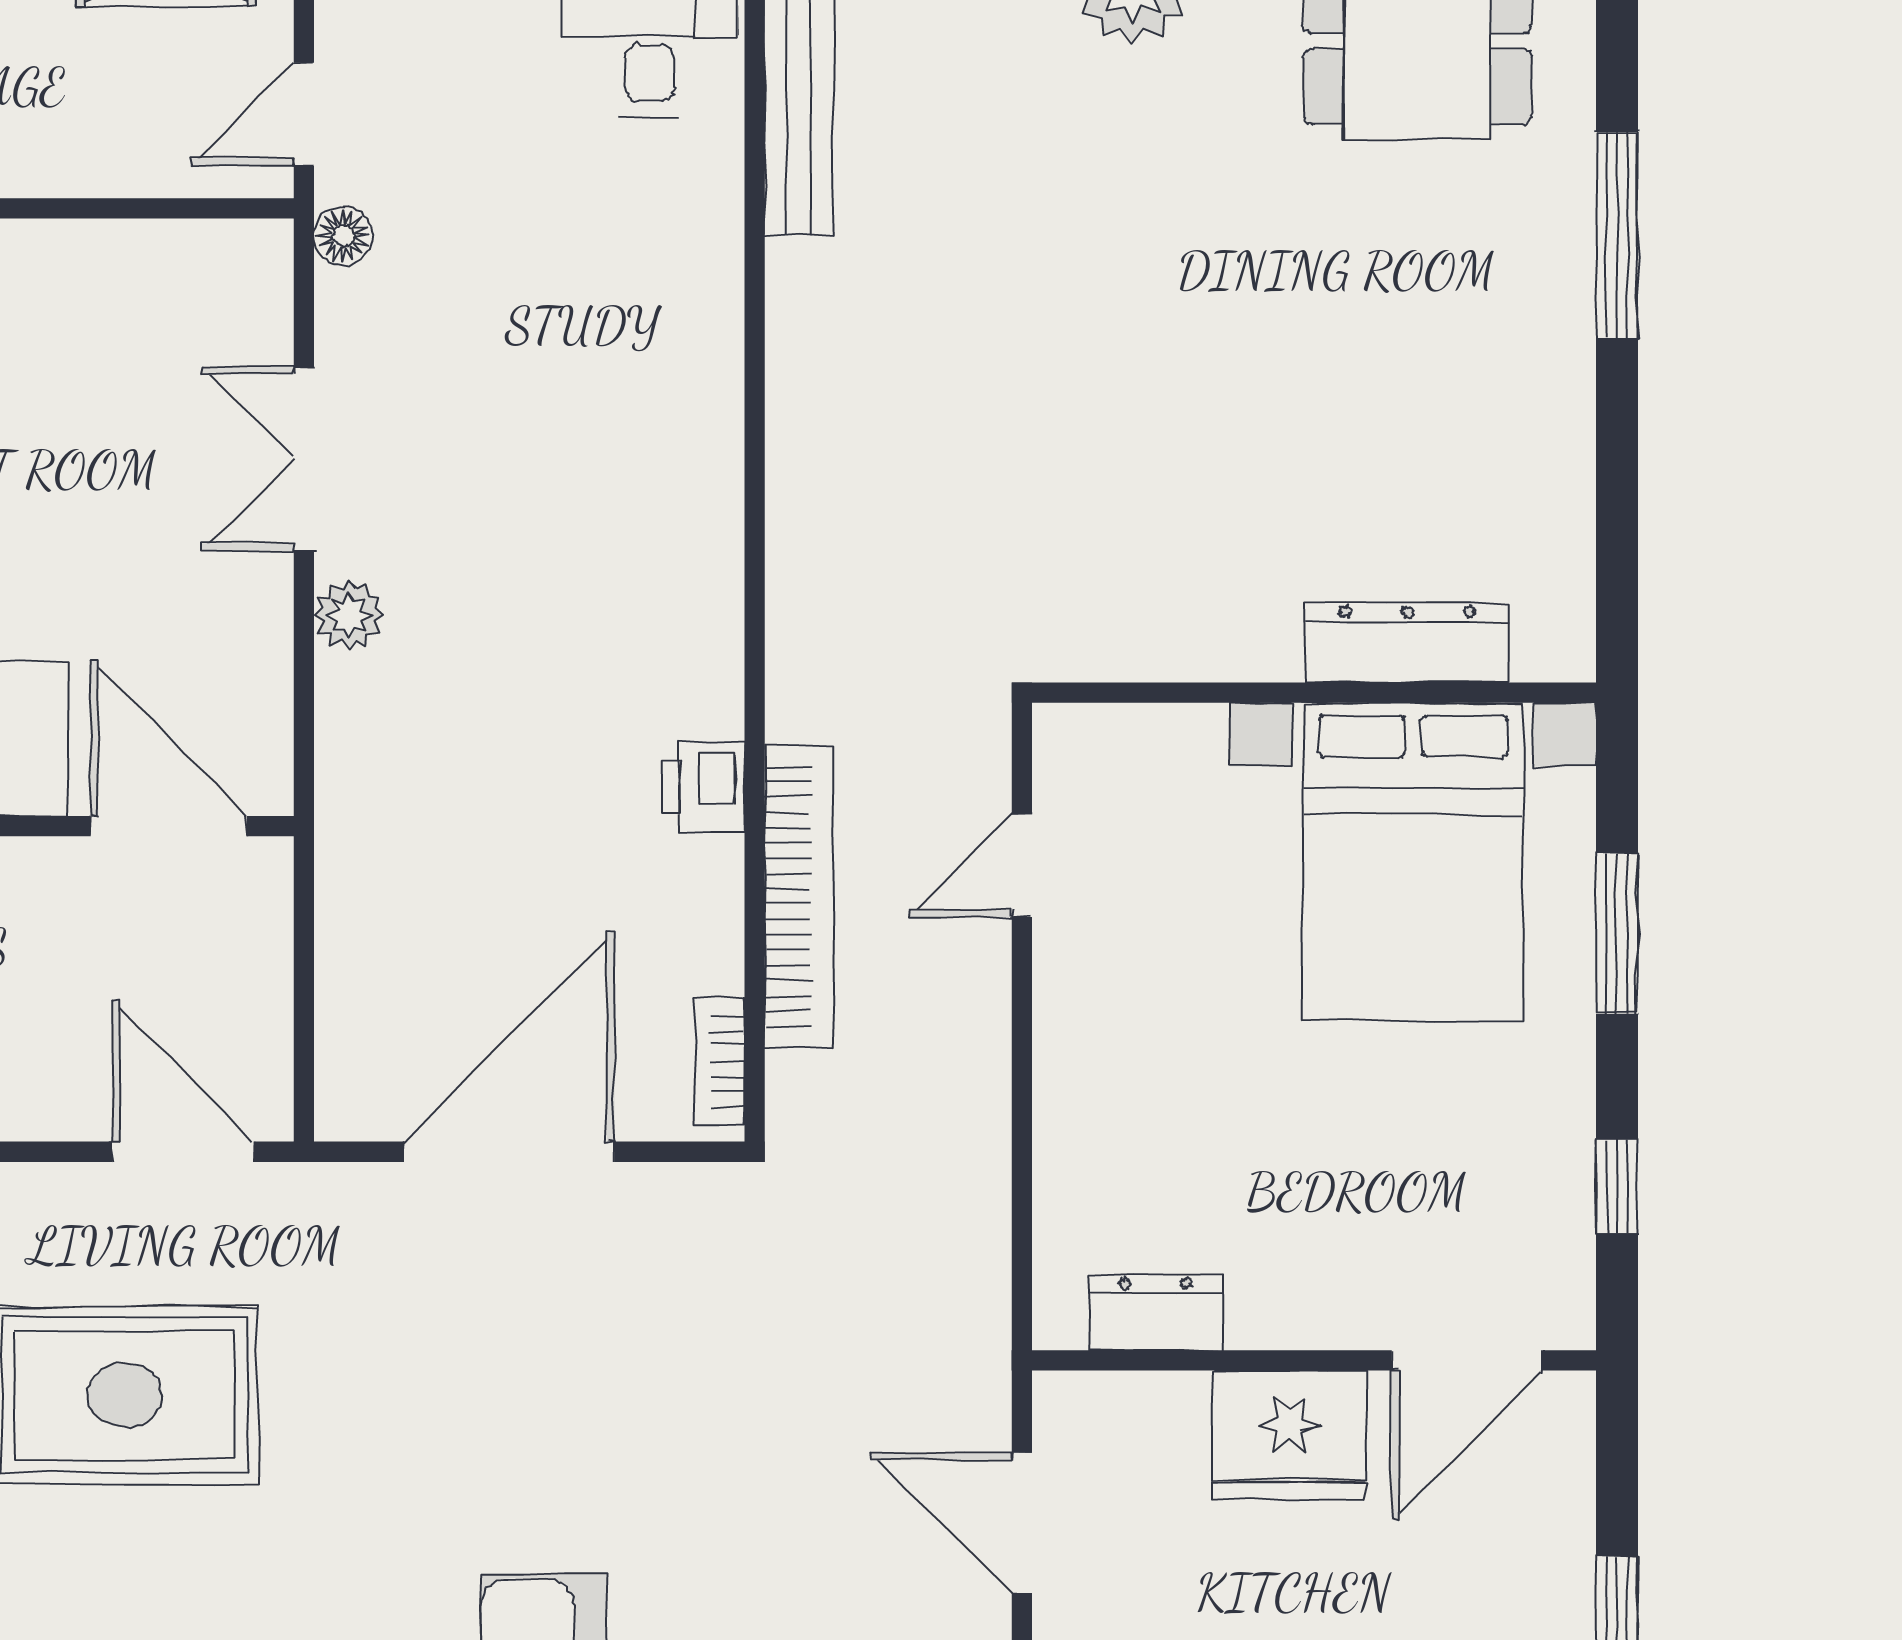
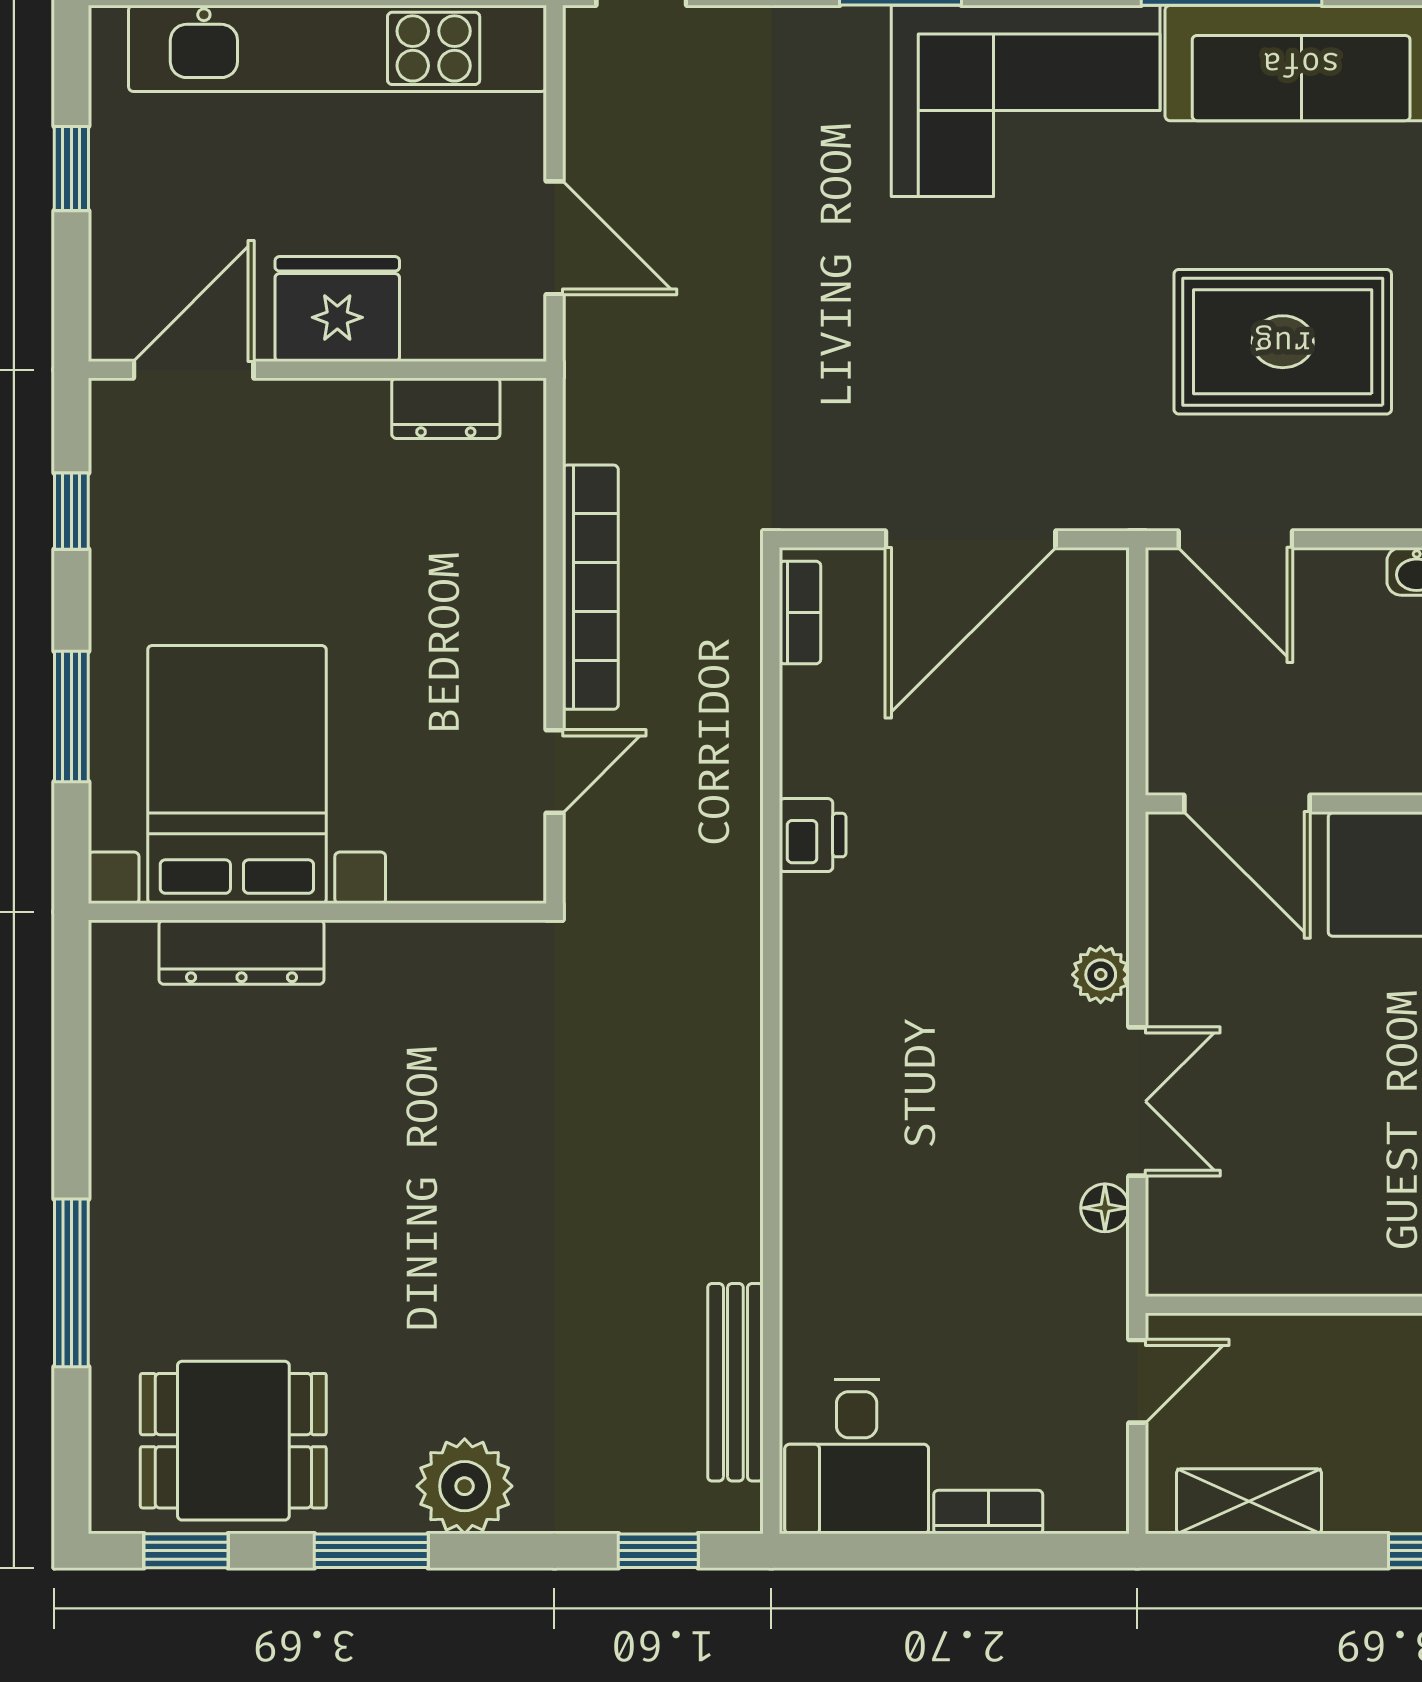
floor lamp: (344, 236) -> (1105, 1208), moved
bookcase: (799, 896) -> (590, 587), moved, turned 180

